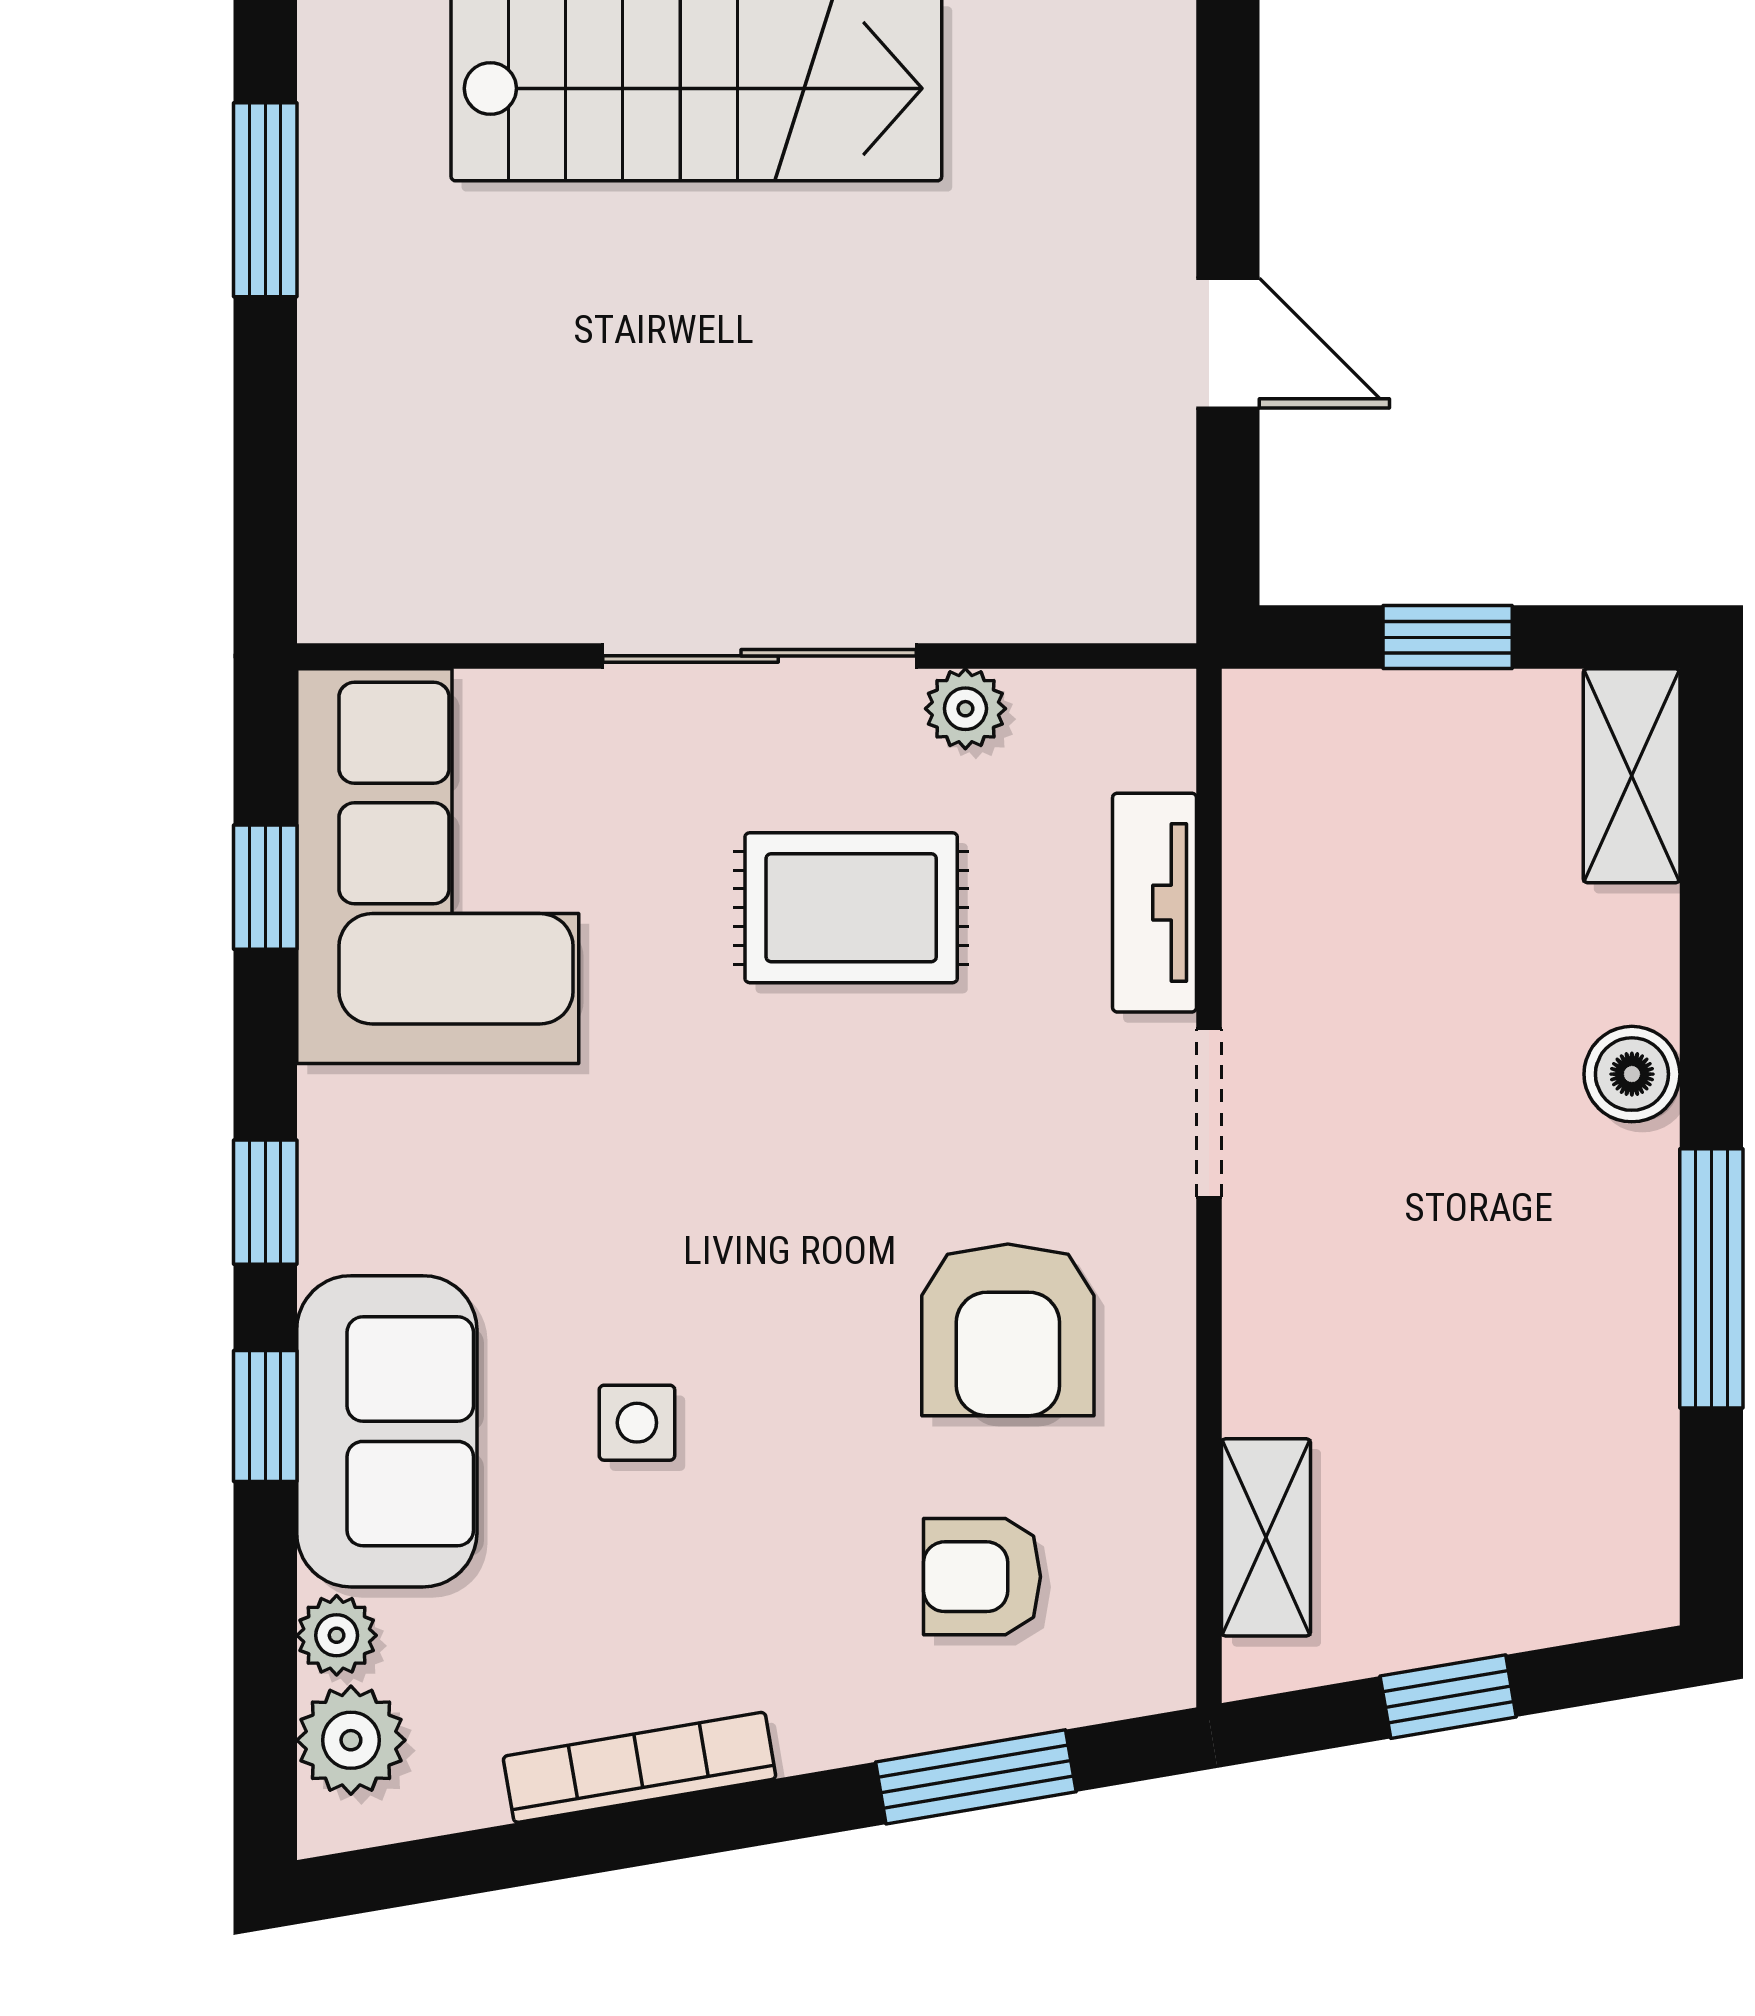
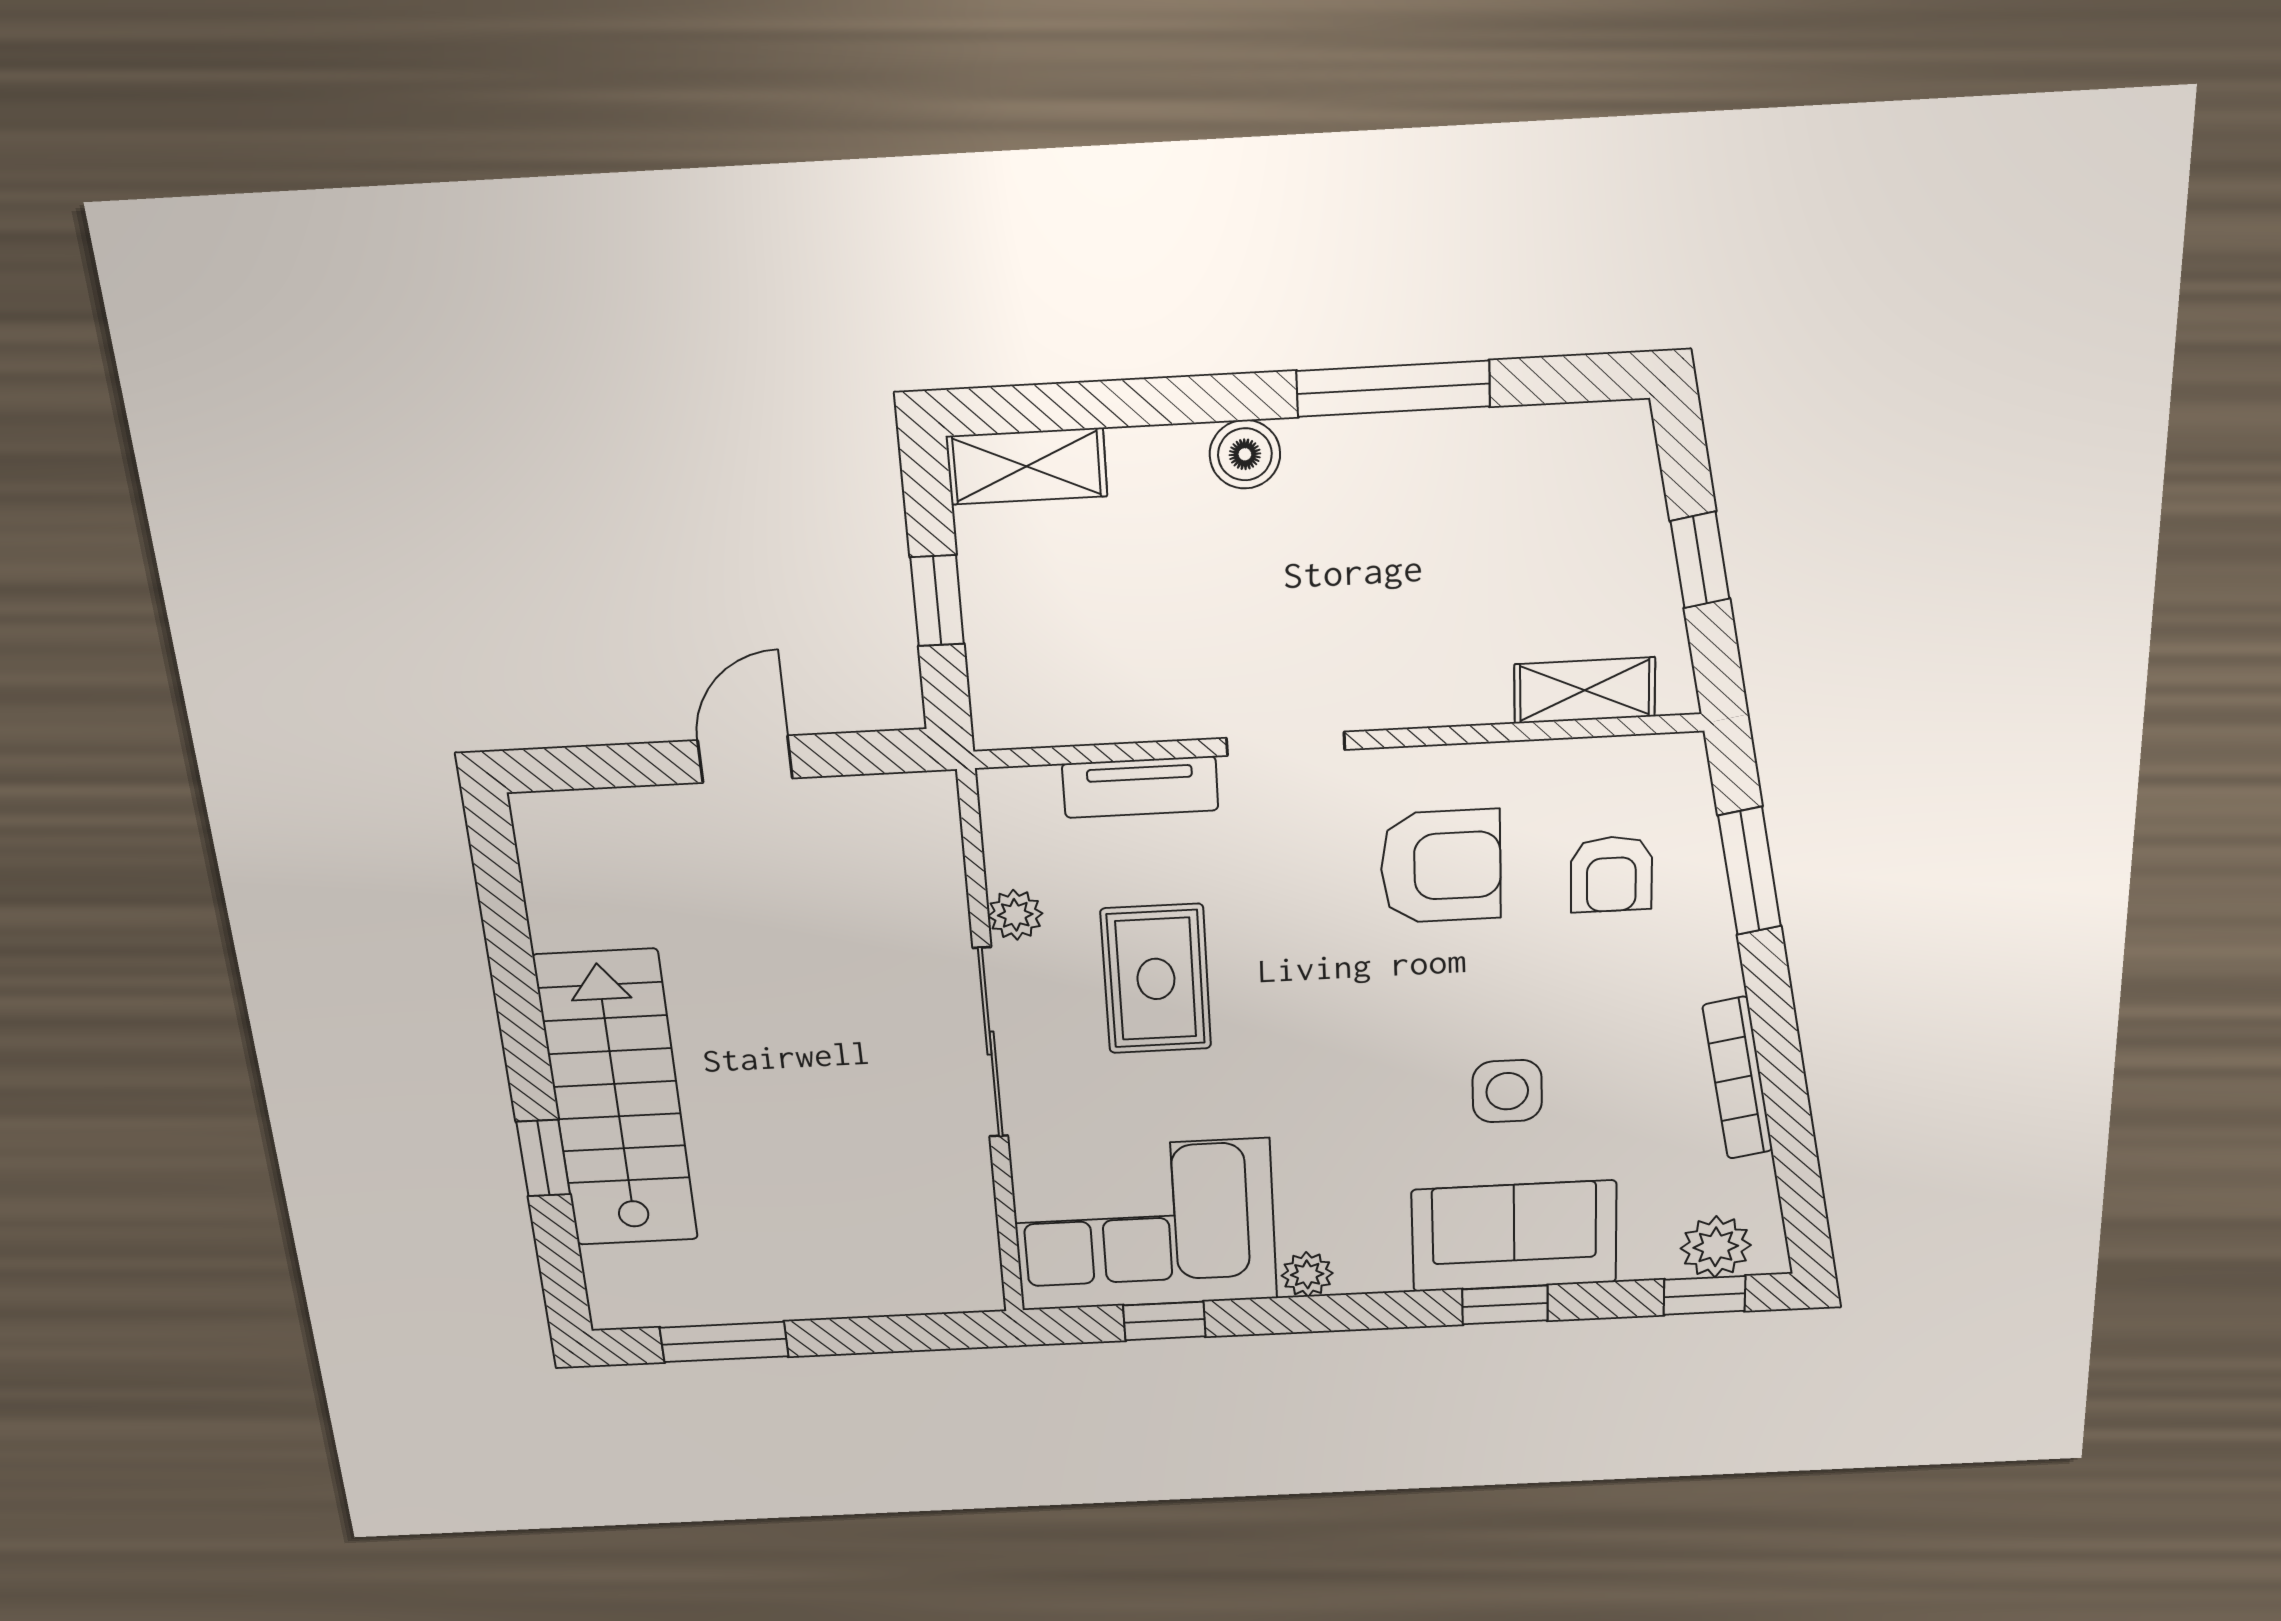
window: (265, 1202) -> (1705, 1295), moved
side table: (637, 1423) -> (1507, 1091), width x1.37, depth x1.37
plant: (337, 1635) -> (1307, 1274), moved

